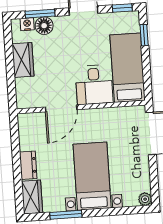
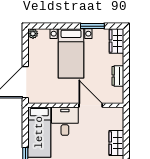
door: (61, 108) -> (91, 105), hinge flipped
dresser: (28, 165) -> (118, 76), moved

